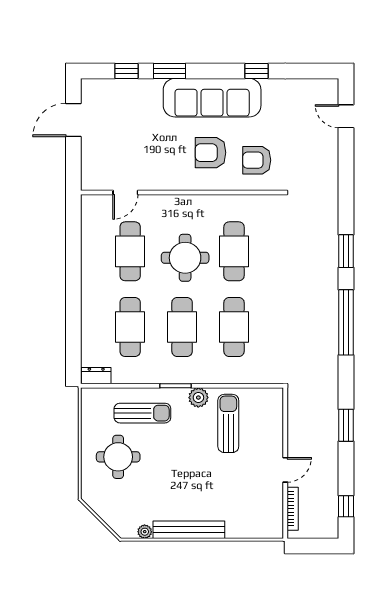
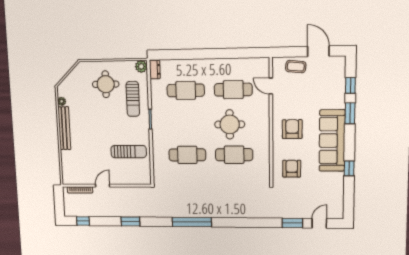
armchair: (210, 153) -> (292, 129), moved
coffee table: (96, 154) -> (296, 67), added
window: (346, 251) -> (292, 223), moved
cafe table: (182, 327) -> (187, 123), removed
plant: (198, 398) -> (141, 66), moved
door: (285, 470) -> (103, 186), swing flipped

